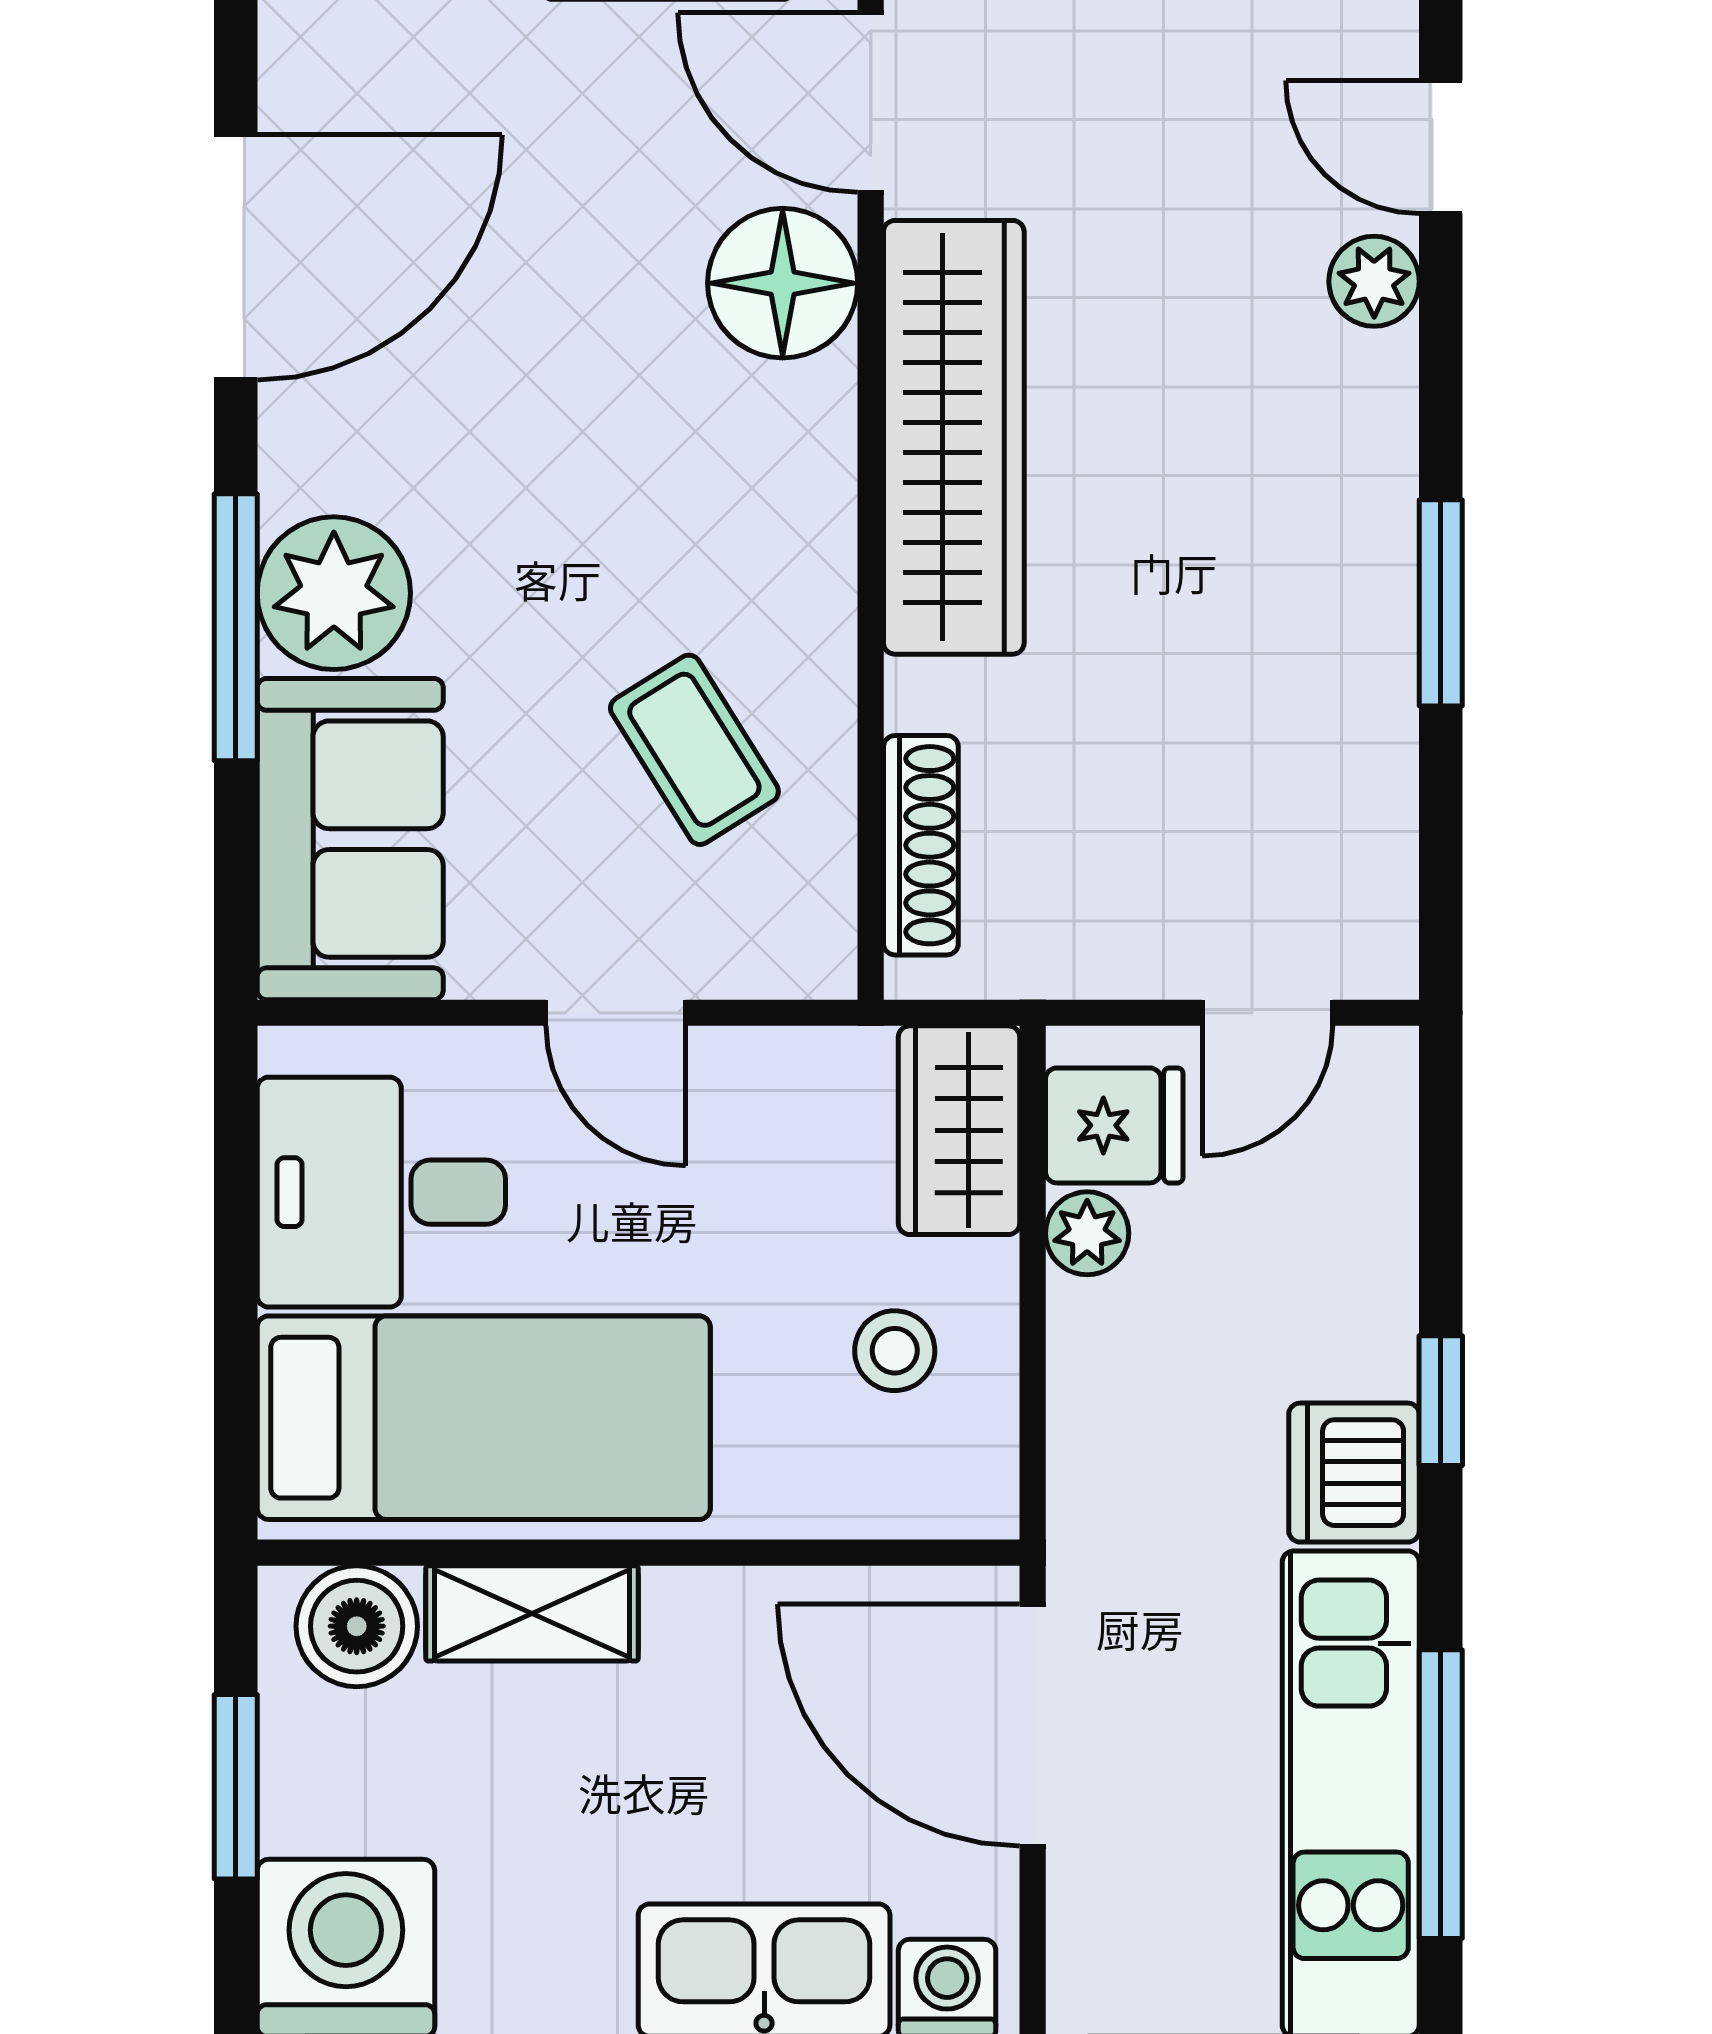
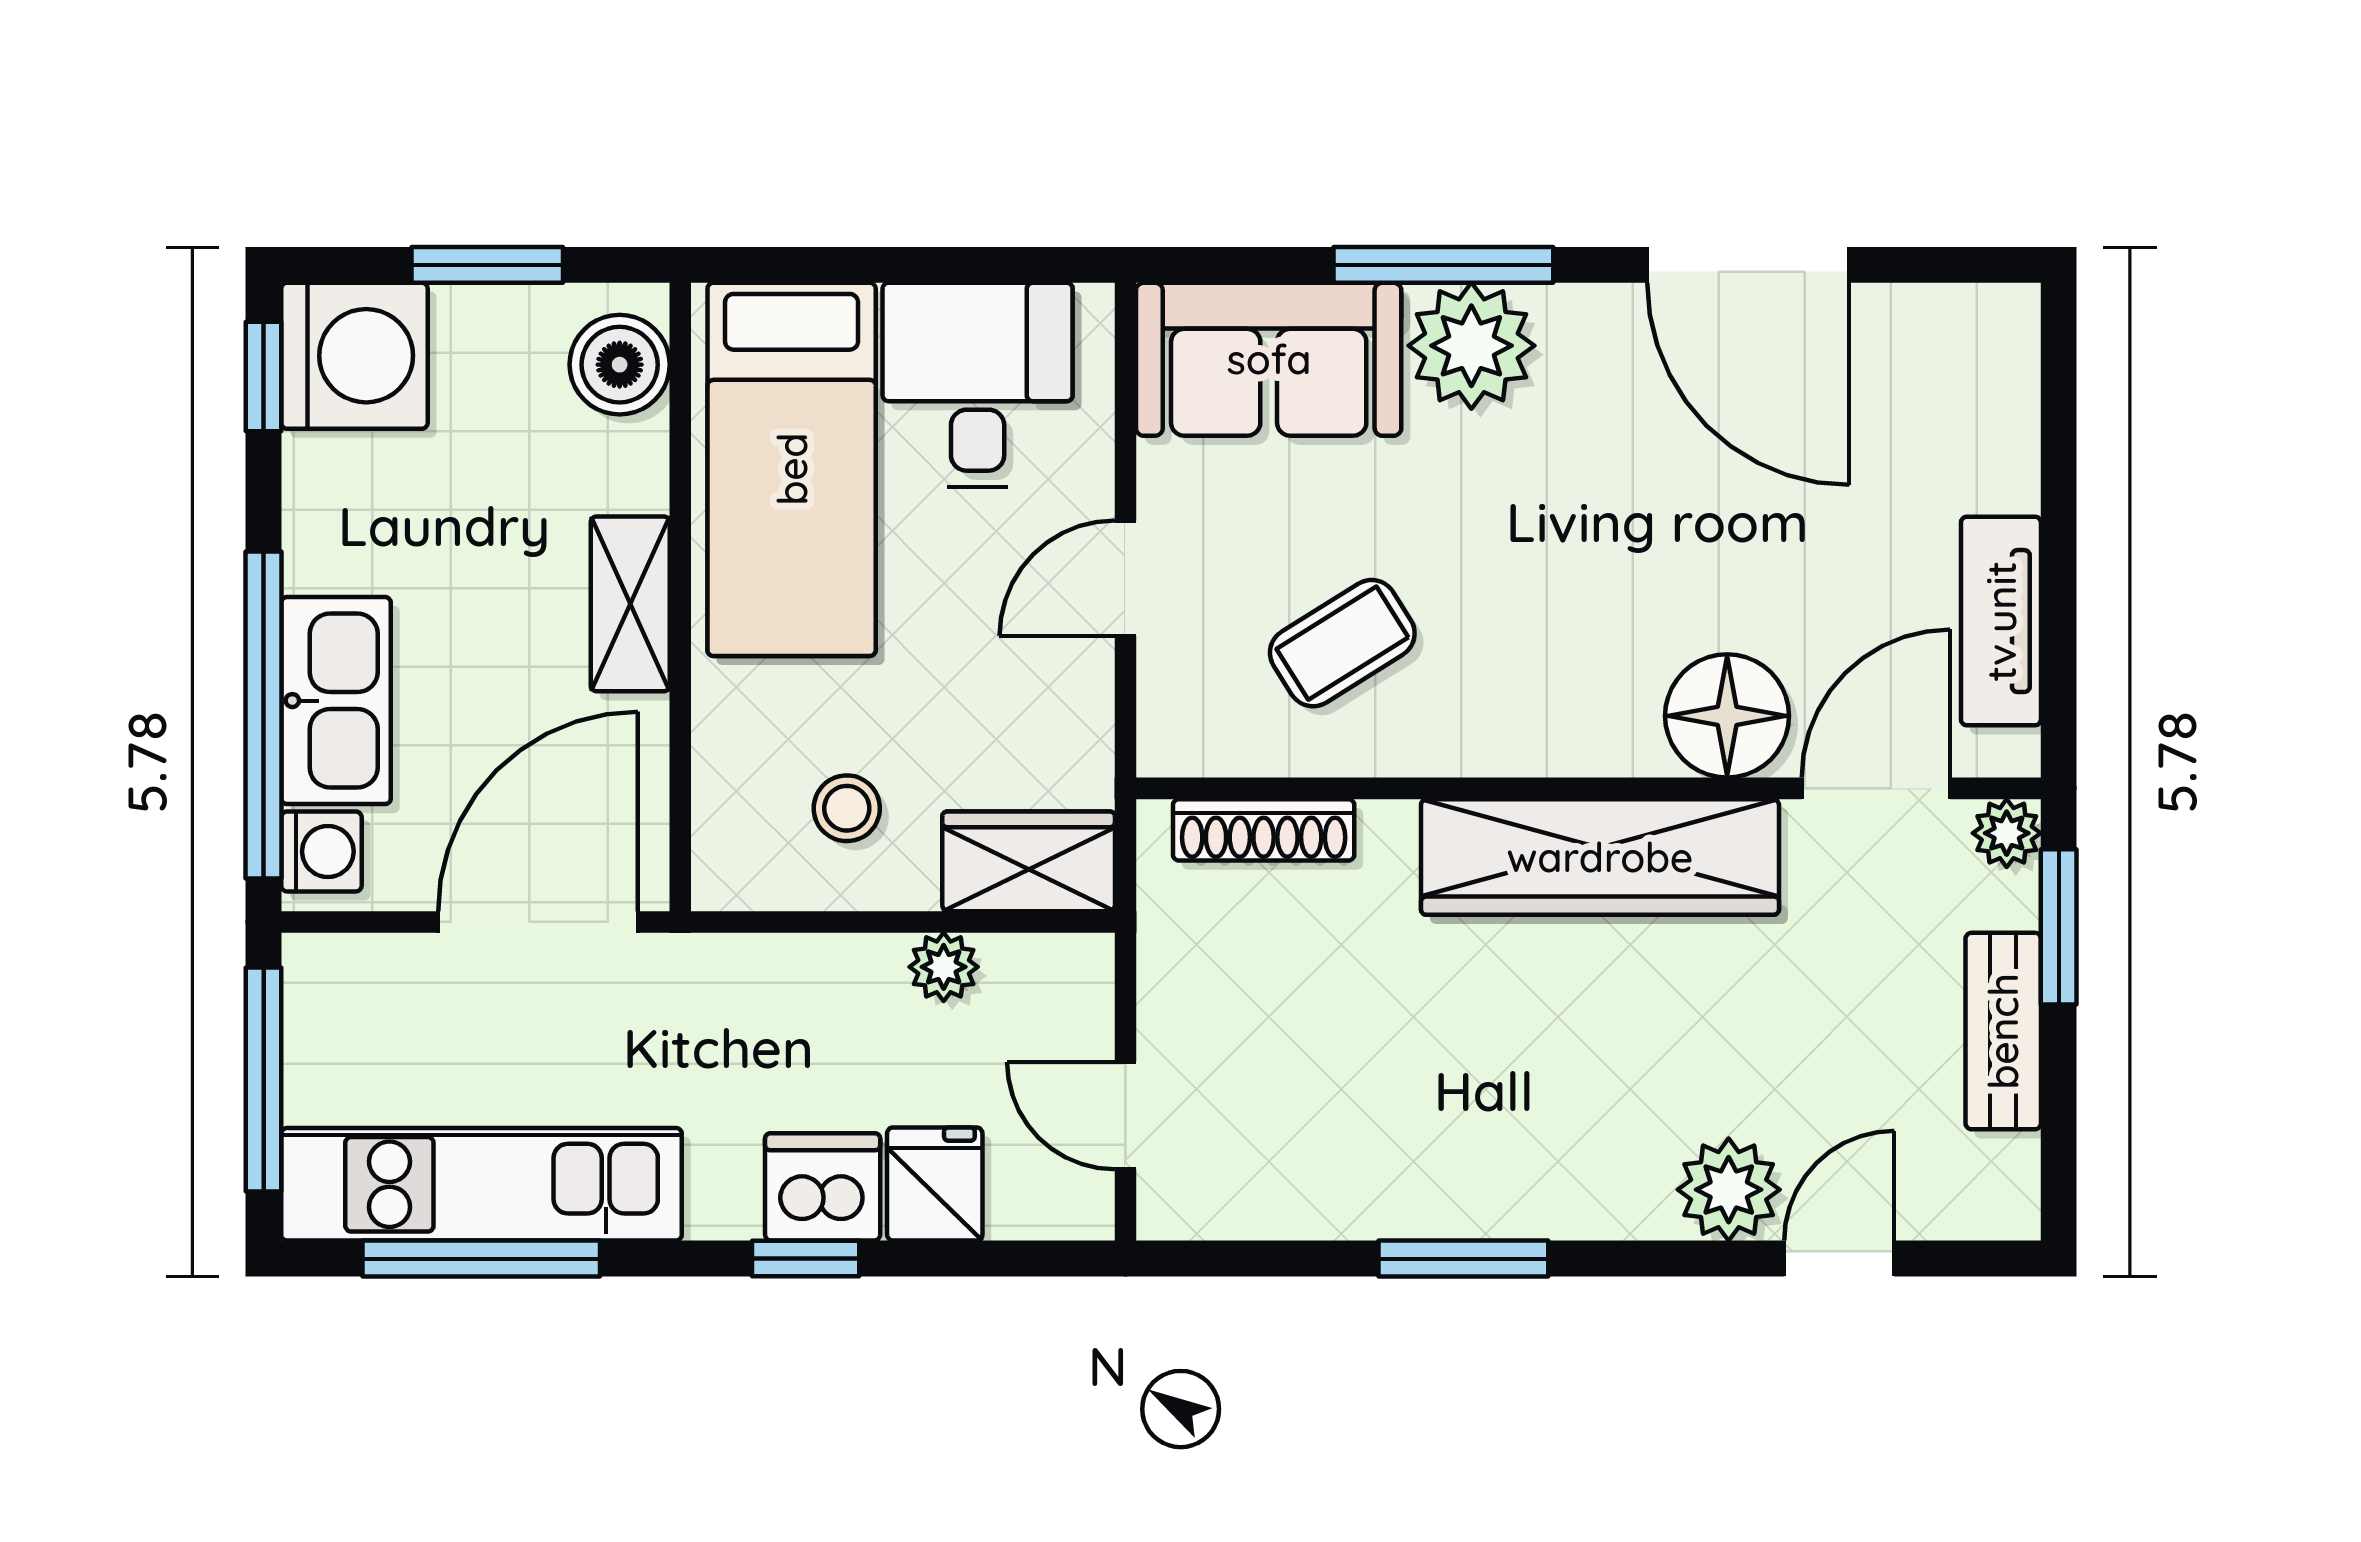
plant: (1374, 281) -> (1729, 1190), width x1.38, depth x1.38
fridge: (1114, 1125) -> (935, 1184), moved, turned 180
dishwasher: (1354, 1473) -> (823, 1187), moved
shelving: (532, 1613) -> (630, 604), moved

